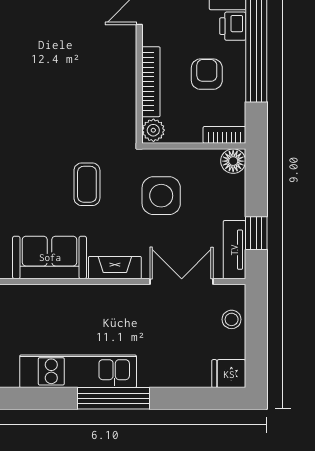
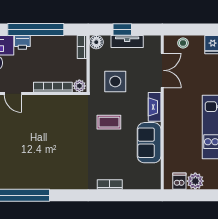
armchair: (207, 74) -> (49, 57), removed
window: (256, 233) -> (122, 30), moved
tv unit: (234, 250) -> (127, 41), moved
double door: (182, 281) -> (162, 70), swing flipped

